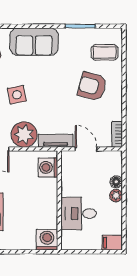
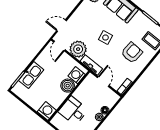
armchair: (92, 86) -> (132, 53), turned 78
side table: (17, 95) -> (105, 38), moved
boiler: (47, 189) -> (68, 86), added

